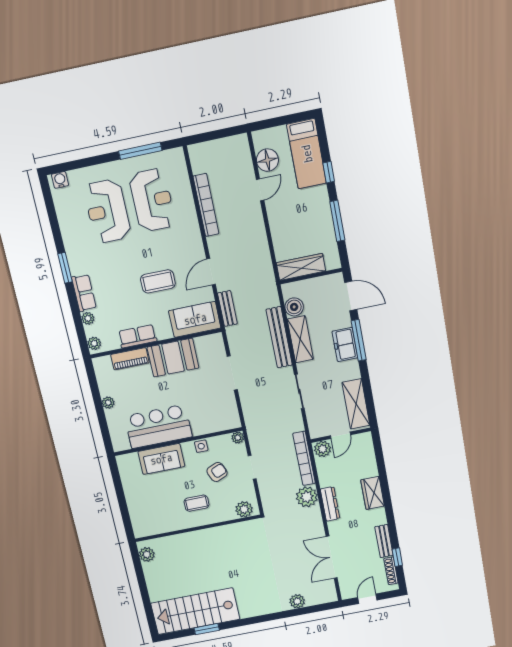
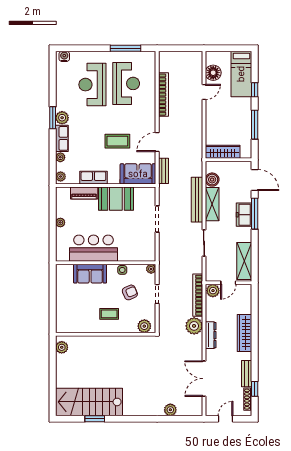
plant: (78, 265) -> (62, 118), added
wardrobe: (373, 493) -> (245, 333), width x1.50

